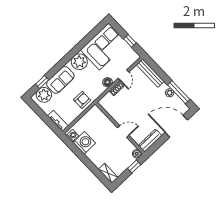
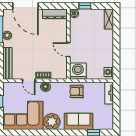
door: (124, 75) -> (29, 81), swing flipped
plant: (44, 95) -> (101, 122), removed
door: (123, 132) -> (68, 50), moved
washing machine: (84, 143) -> (78, 71), moved, turned 90

